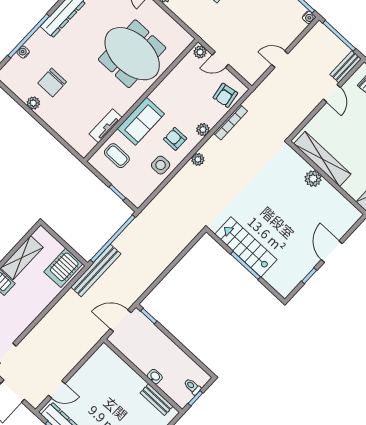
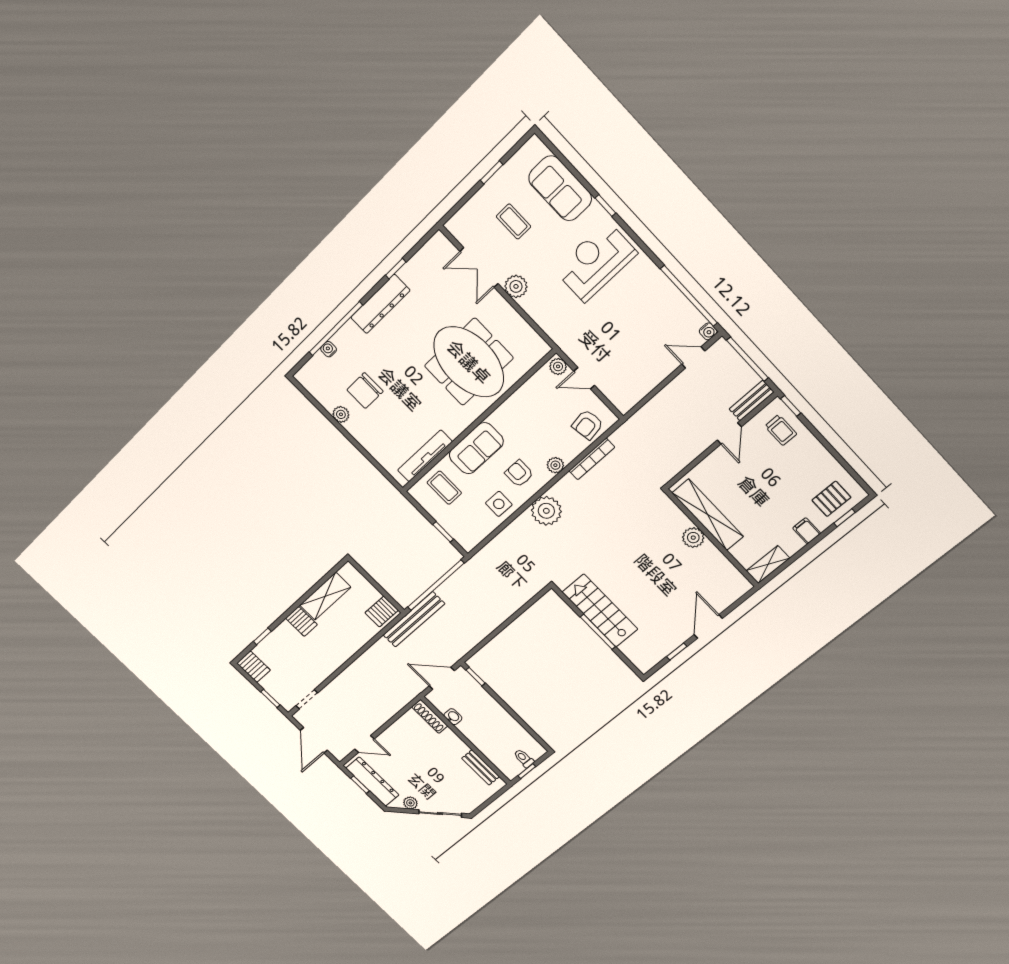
door: (280, 59) -> (693, 357), moved
tv unit: (106, 126) -> (425, 456), width x1.41
plant: (198, 159) -> (546, 511), width x1.88, depth x1.88
server rack: (63, 268) -> (382, 612), width x0.73, depth x0.70
shoe rack: (112, 357) -> (430, 716), added
washbasin: (155, 377) -> (453, 717), moved

